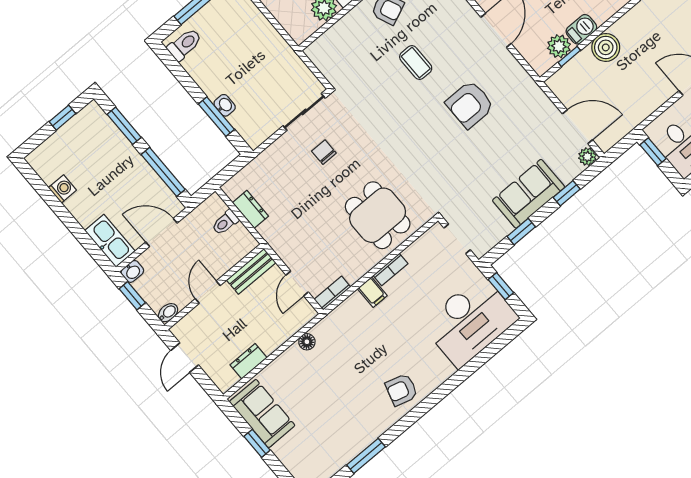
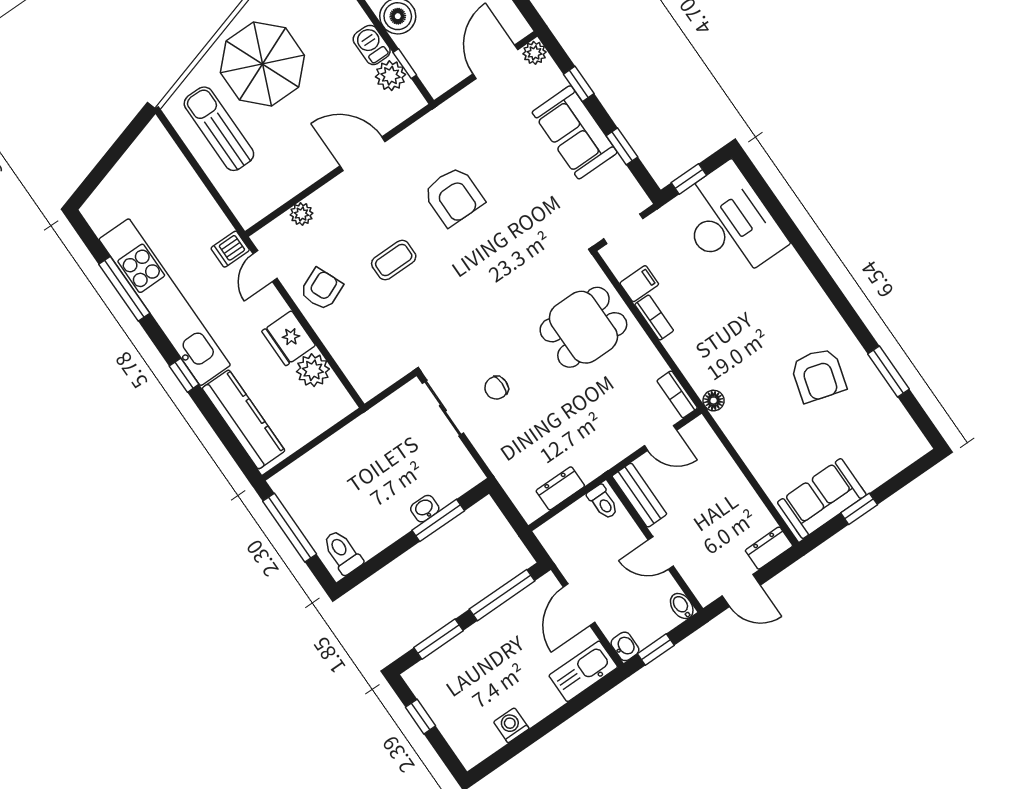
toilet: (225, 222) -> (603, 502), moved
filing cabinet: (372, 292) -> (639, 284), moved
floor lamp: (307, 342) -> (714, 401), moved
dresser: (248, 361) -> (769, 548), moved, turned 90
armchair: (401, 390) -> (818, 375), moved, width x1.38, depth x1.38

